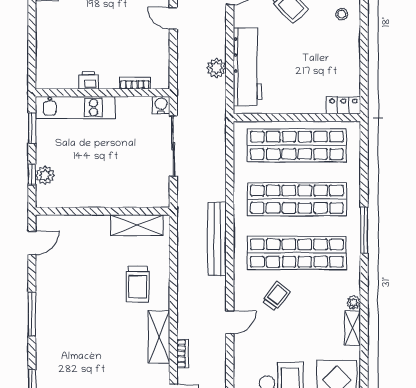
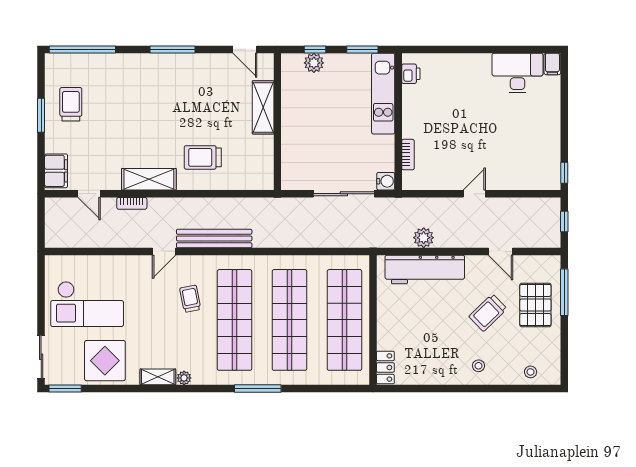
printer: (89, 80) -> (411, 74), moved
shelving: (137, 225) -> (263, 107), moved
bench: (217, 239) -> (214, 238), moved
trolley: (276, 296) -> (190, 299), turned -139
door: (230, 322) -> (164, 251), hinge flipped

